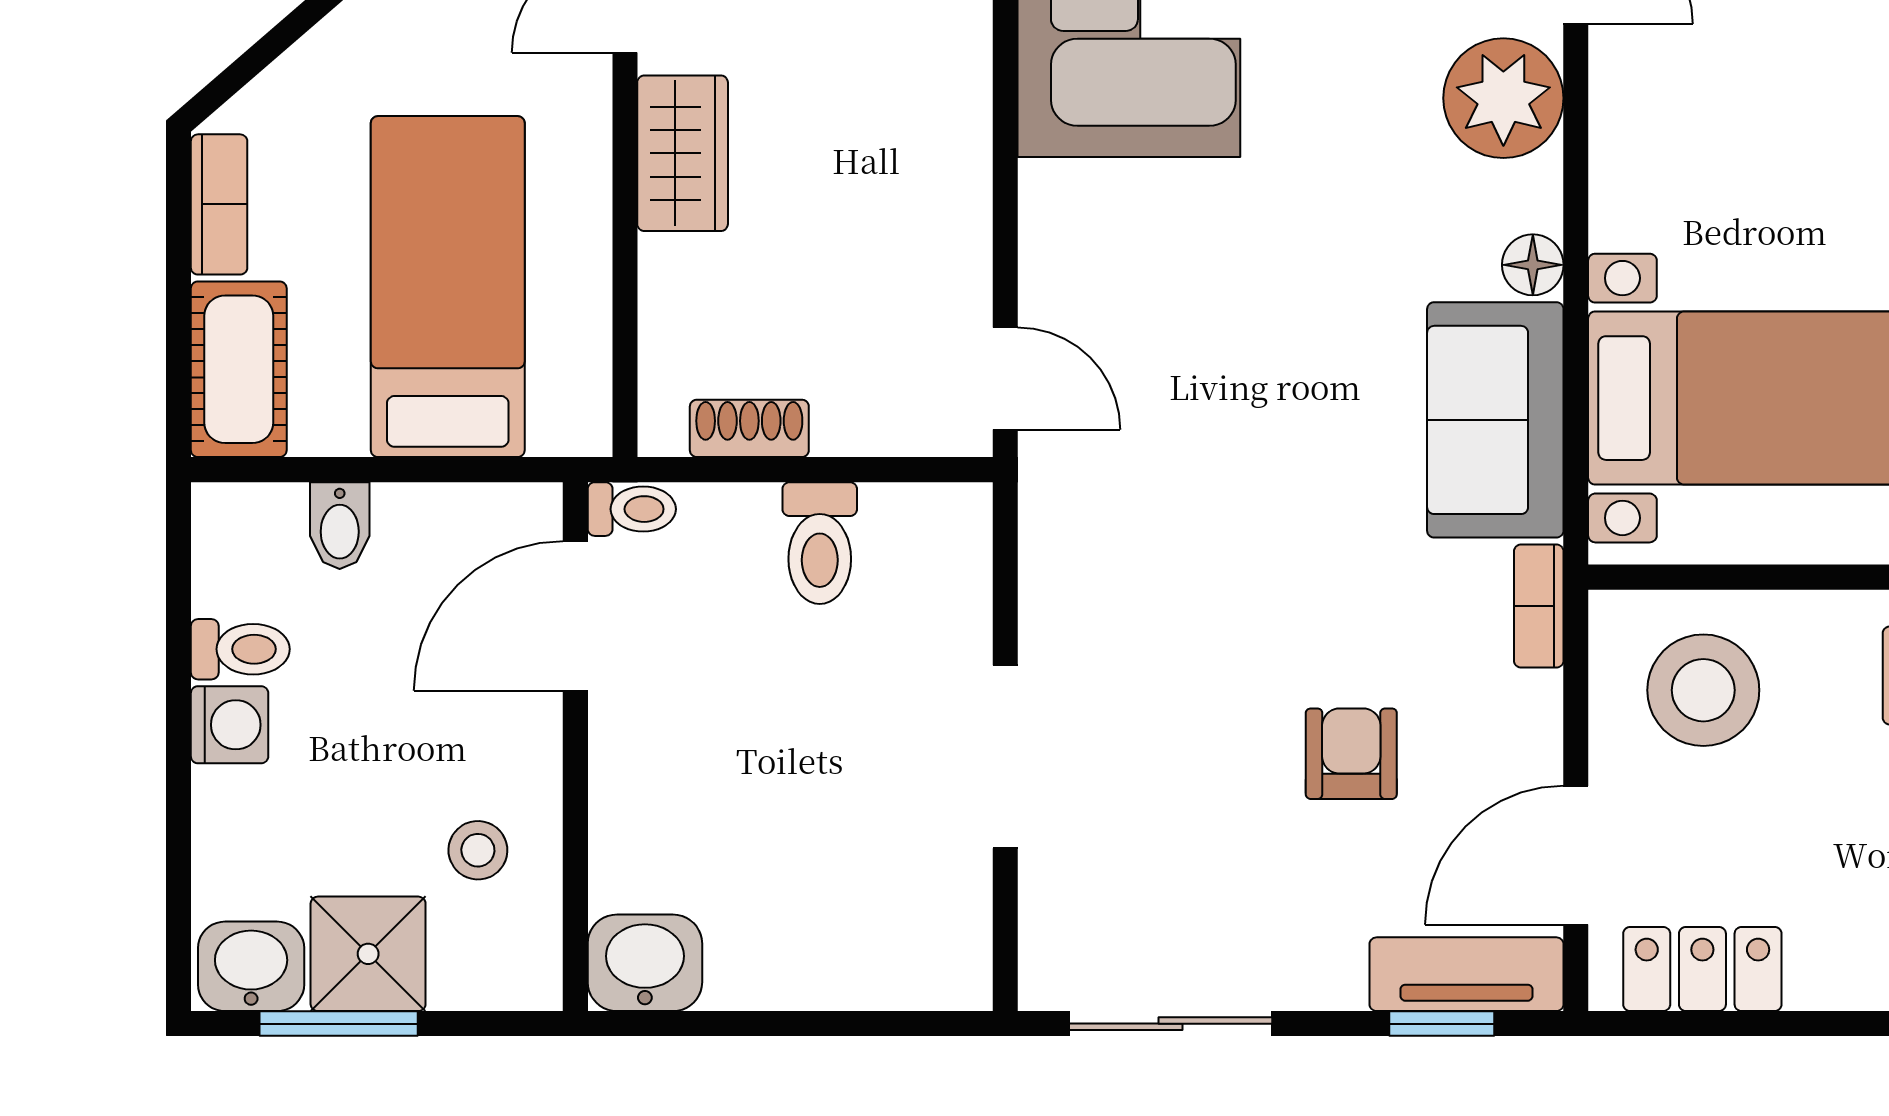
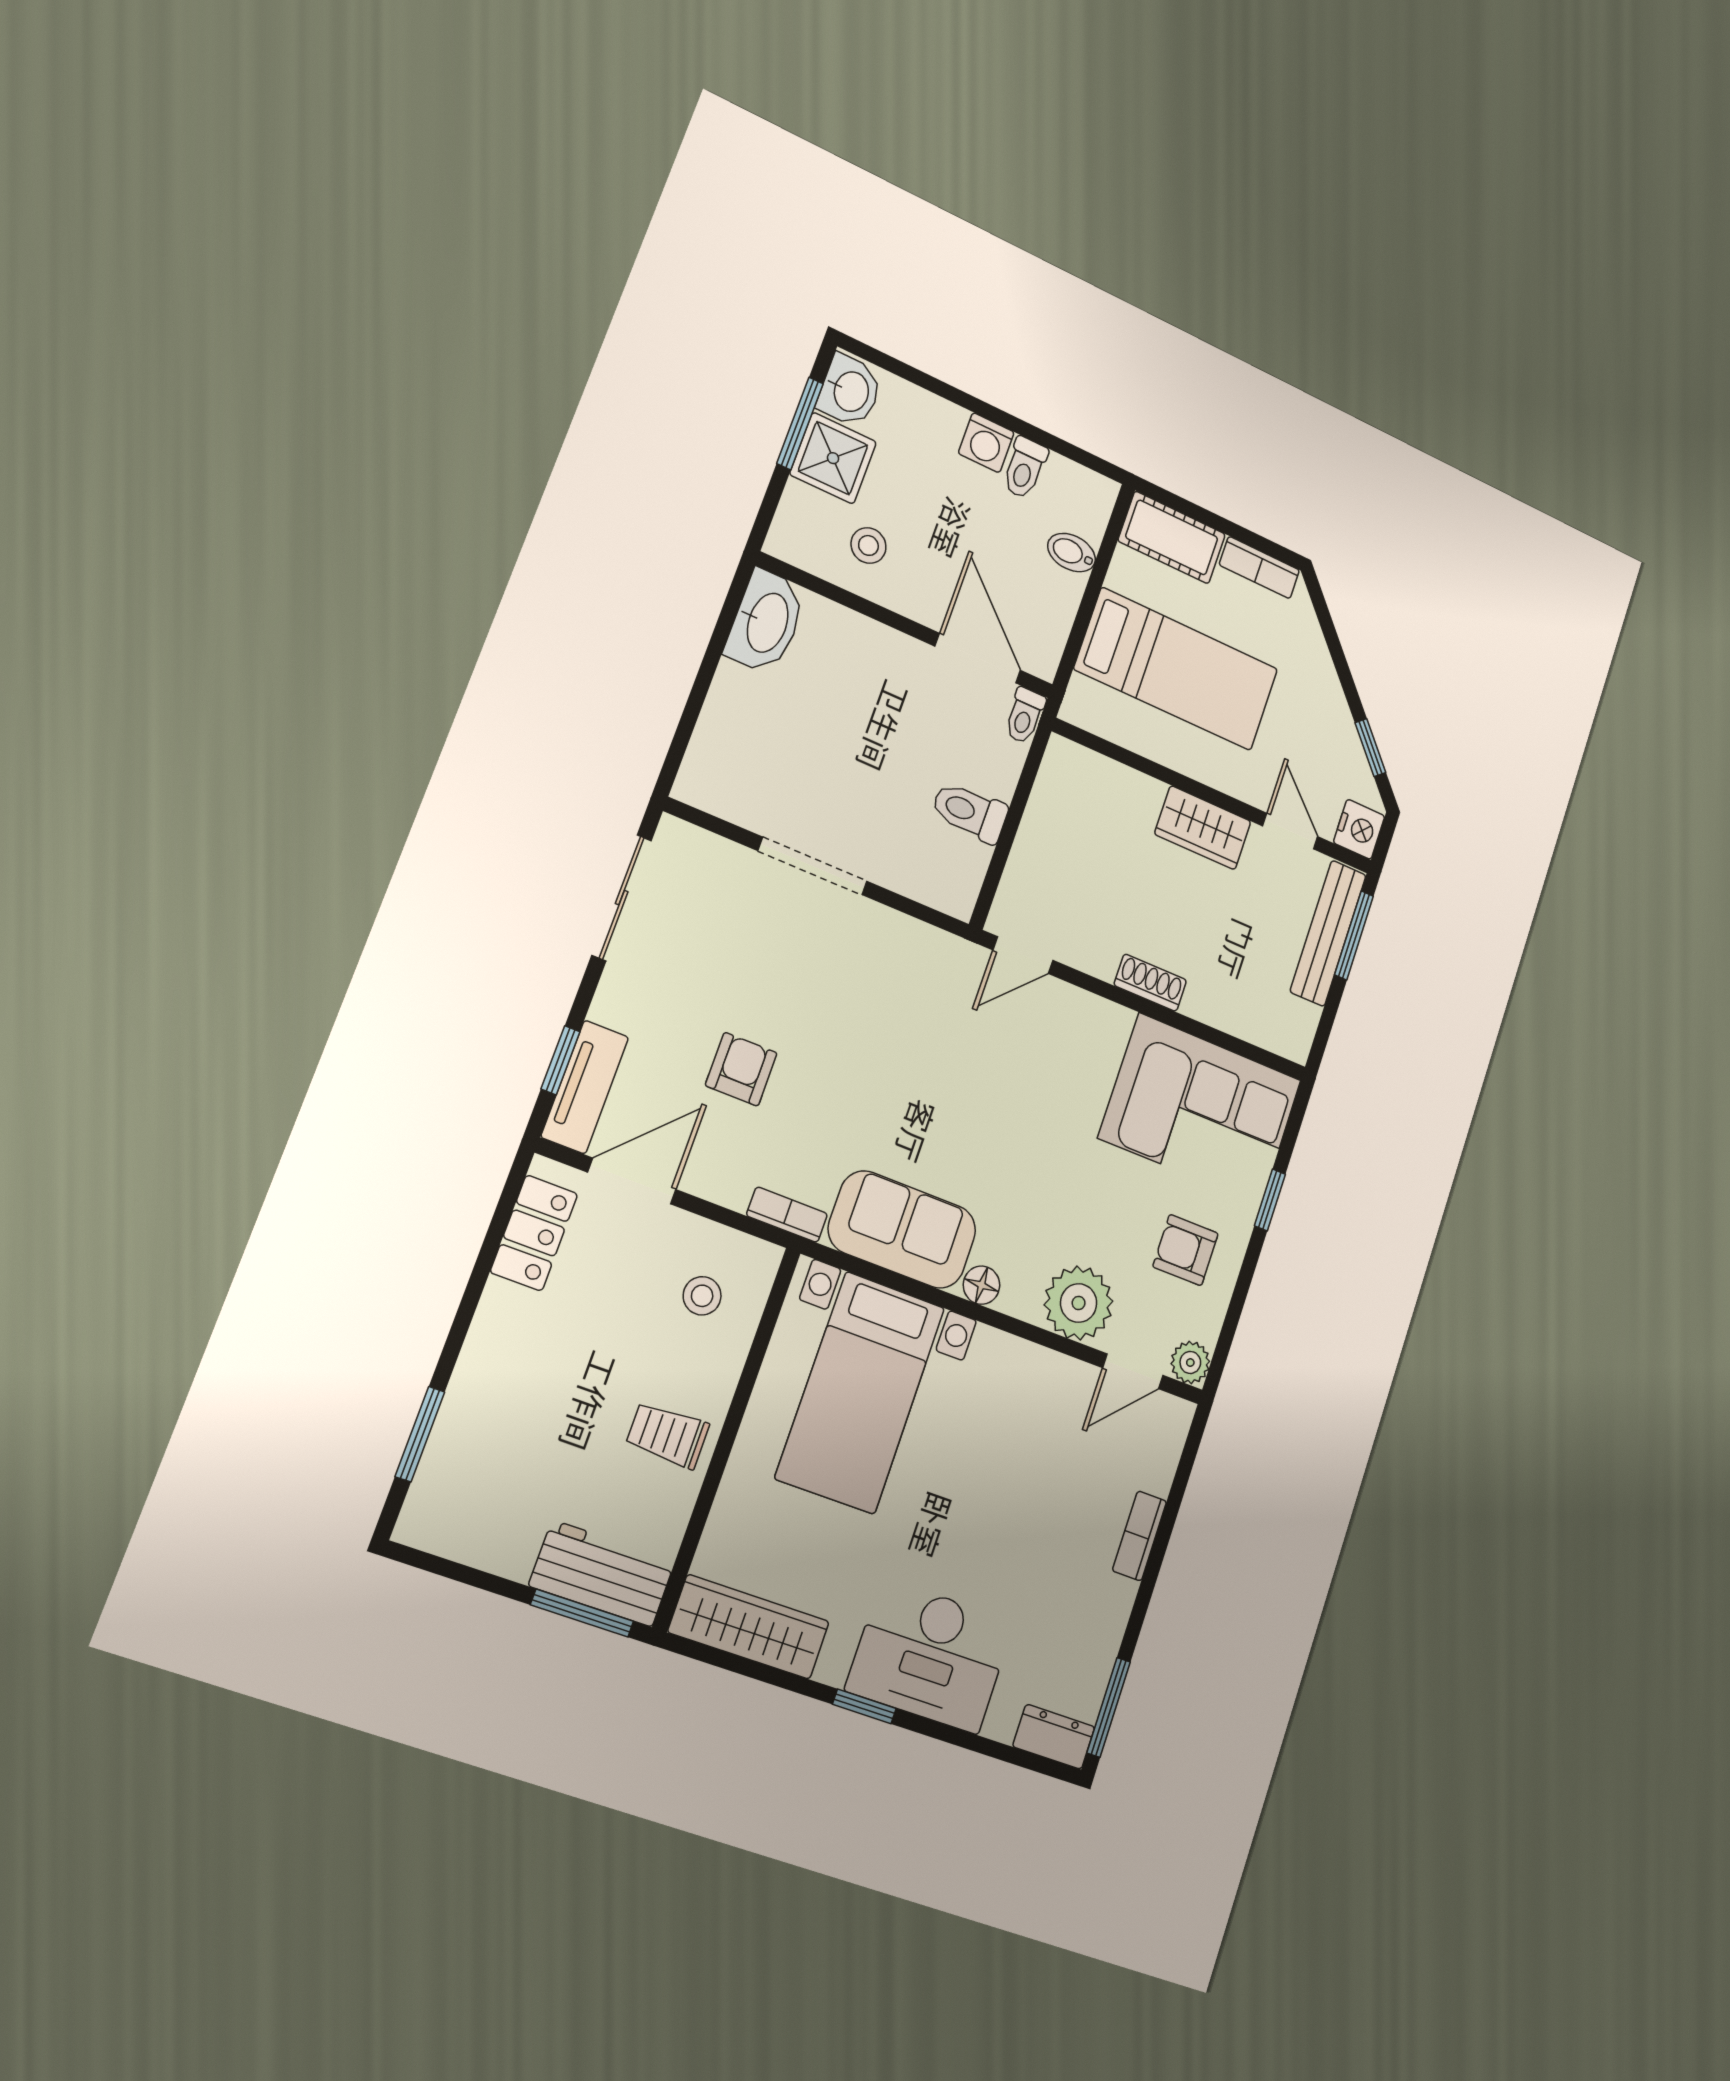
shoe rack: (749, 428) -> (1150, 983), moved, turned -90
stool: (1703, 690) -> (702, 1296), width x0.53, depth x0.53
armchair: (1351, 754) -> (741, 1069), turned -90
door: (1576, 855) -> (632, 1181), hinge flipped
washbasin: (645, 963) -> (766, 622), width x1.38

